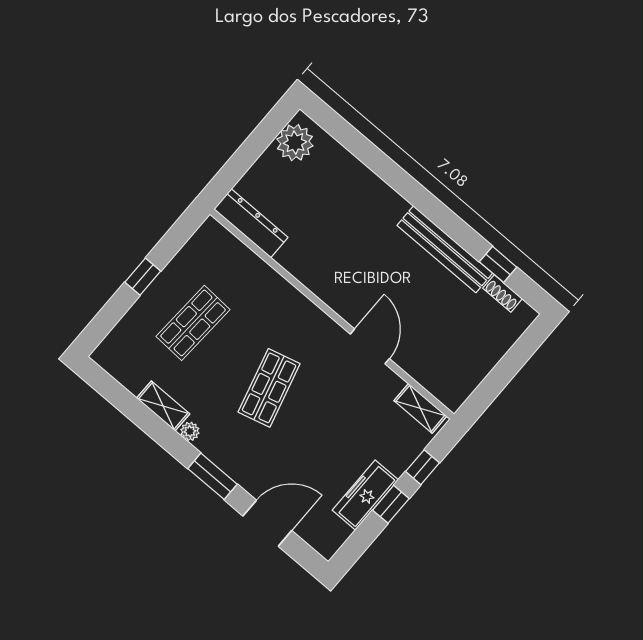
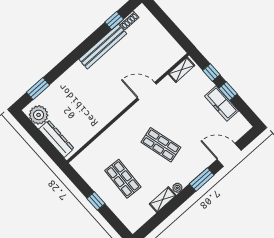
window: (346, 135) -> (38, 89), added
dresser: (251, 223) -> (56, 139), moved, turned 90
door: (267, 523) -> (229, 155), hinge flipped

